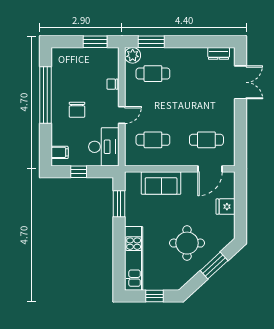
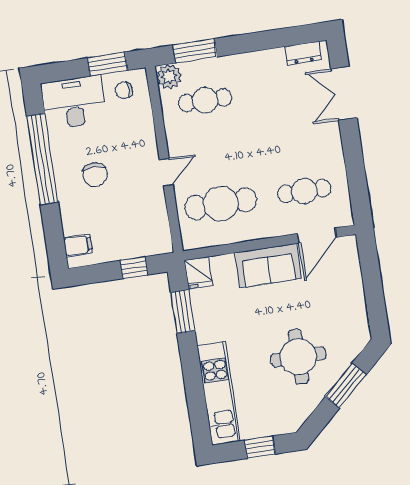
double door: (240, 82) -> (344, 93), swing flipped
chair: (112, 84) -> (124, 90), moved
cafe table: (153, 140) -> (221, 204), width x1.37, depth x1.35
desk: (104, 147) -> (74, 102), moved, turned -90
window: (79, 172) -> (134, 268), moved
sofa: (161, 183) -> (268, 266), moved
fridge: (225, 207) -> (198, 273), moved, turned -90

